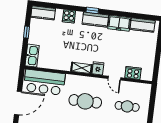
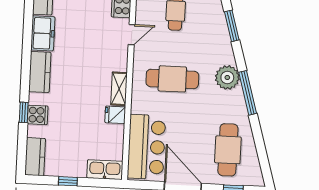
window: (92, 10) -> (24, 112), moved
fridge: (98, 68) -> (115, 115), moved
cafe table: (85, 101) -> (172, 79), turned 90

